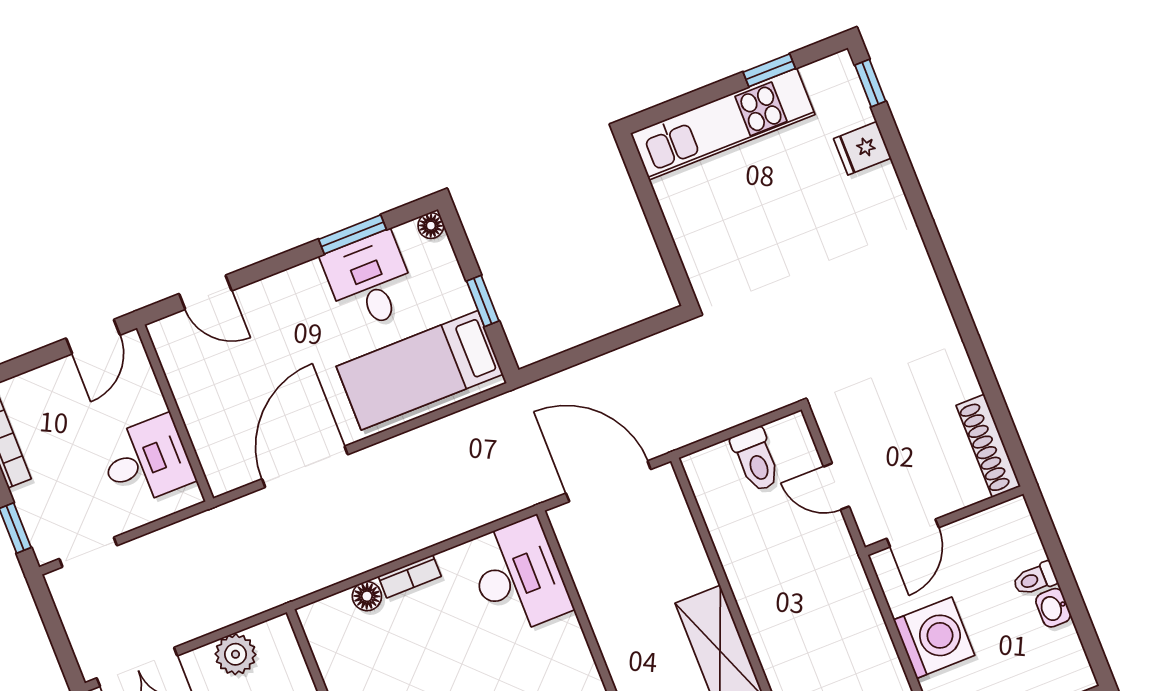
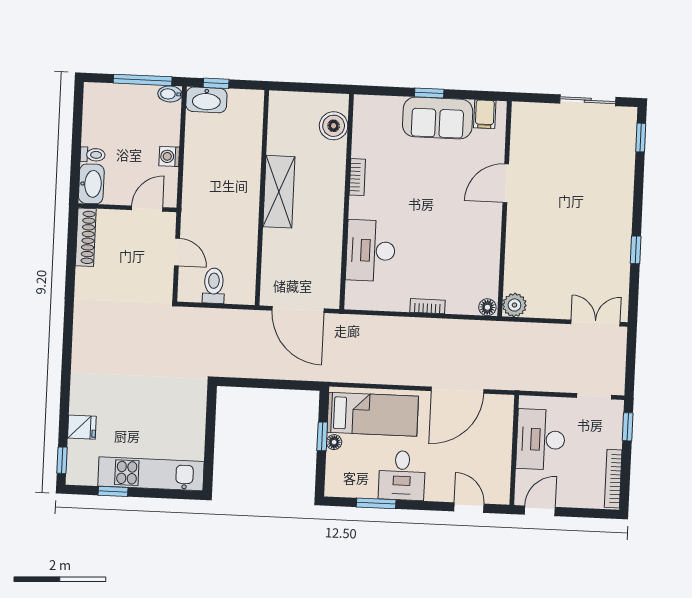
floor lamp: (431, 226) -> (334, 442), moved
desk: (370, 281) -> (402, 475), moved
desk: (146, 461) -> (541, 439), width x1.37
desk: (518, 577) -> (371, 250), moved
floor lamp: (367, 596) -> (487, 307), moved
washbasin: (1053, 608) -> (91, 184), moved, width x1.91, depth x1.45
washing machine: (934, 638) -> (169, 156), width x0.53, depth x0.53
plant: (236, 654) -> (514, 305), moved

